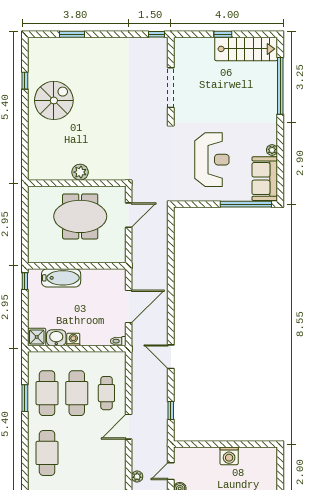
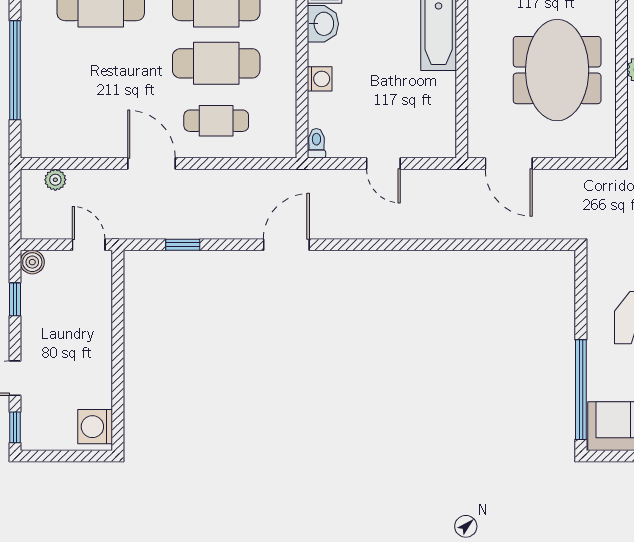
door: (129, 215) -> (509, 164), moved
door: (129, 306) -> (383, 164), width x0.53
washing machine: (73, 339) -> (320, 79), moved
washing machine: (229, 456) -> (95, 427), moved
door: (171, 471) -> (89, 245), moved

